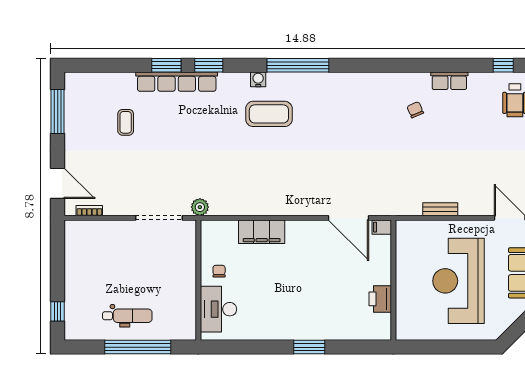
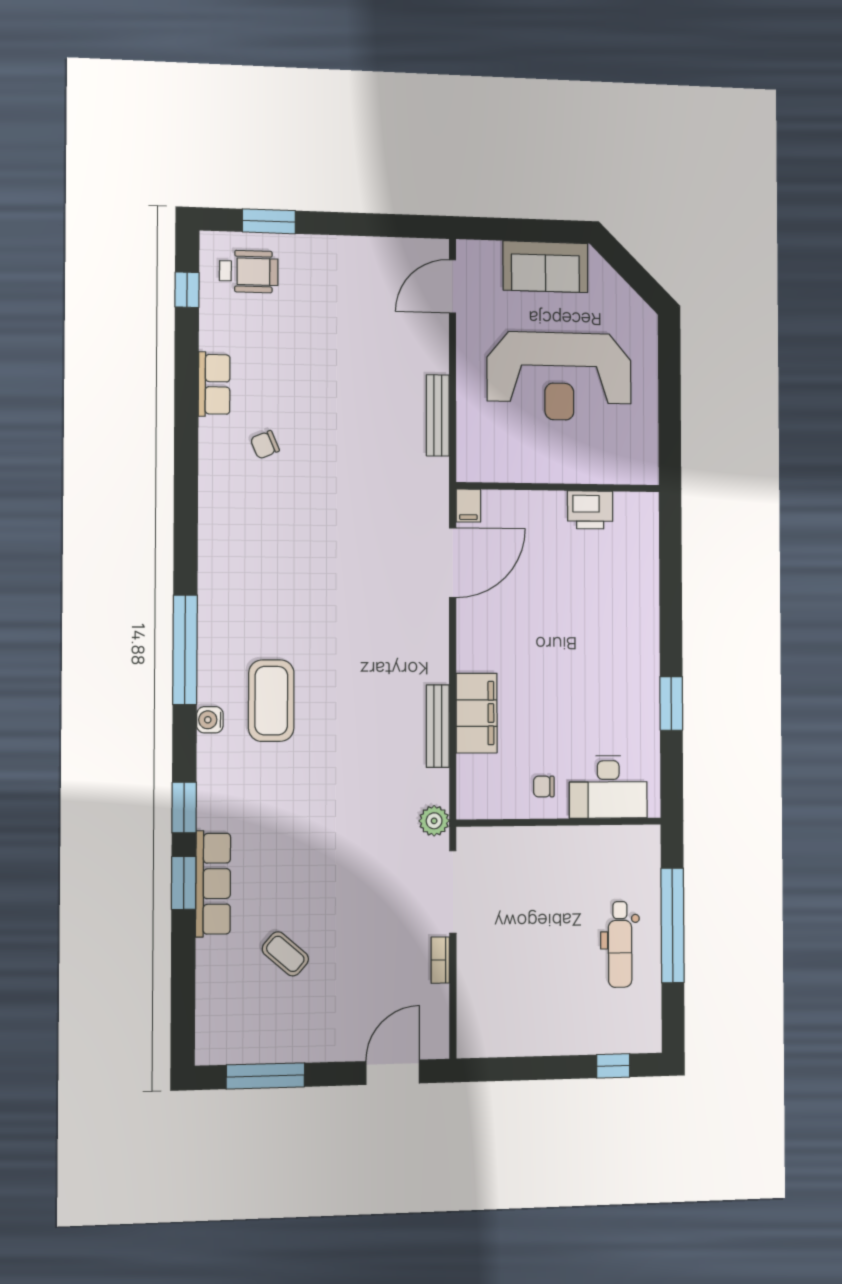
row of seats: (177, 82) -> (213, 884), width x0.73
coffee table: (126, 122) -> (285, 954), turned 41
bench: (254, 209) -> (438, 726), added
bench: (440, 209) -> (438, 415), width x1.36
bookcase: (89, 211) -> (440, 960), moved
dental chair: (127, 316) -> (620, 944), turned 180
window: (309, 347) -> (671, 703), moved

